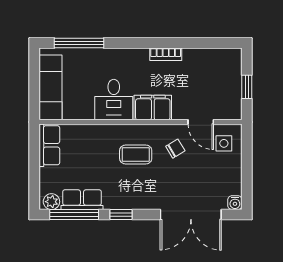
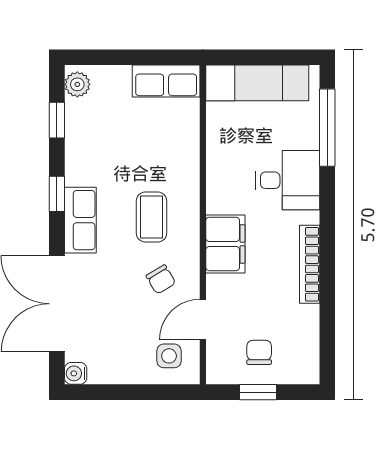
bookcase: (166, 54) -> (310, 264), width x1.56
chair: (222, 86) -> (259, 352), added
desk: (114, 100) -> (287, 180), moved, turned 180
row of seats: (82, 200) -> (80, 220), moved
window: (74, 215) -> (57, 120), width x0.46

